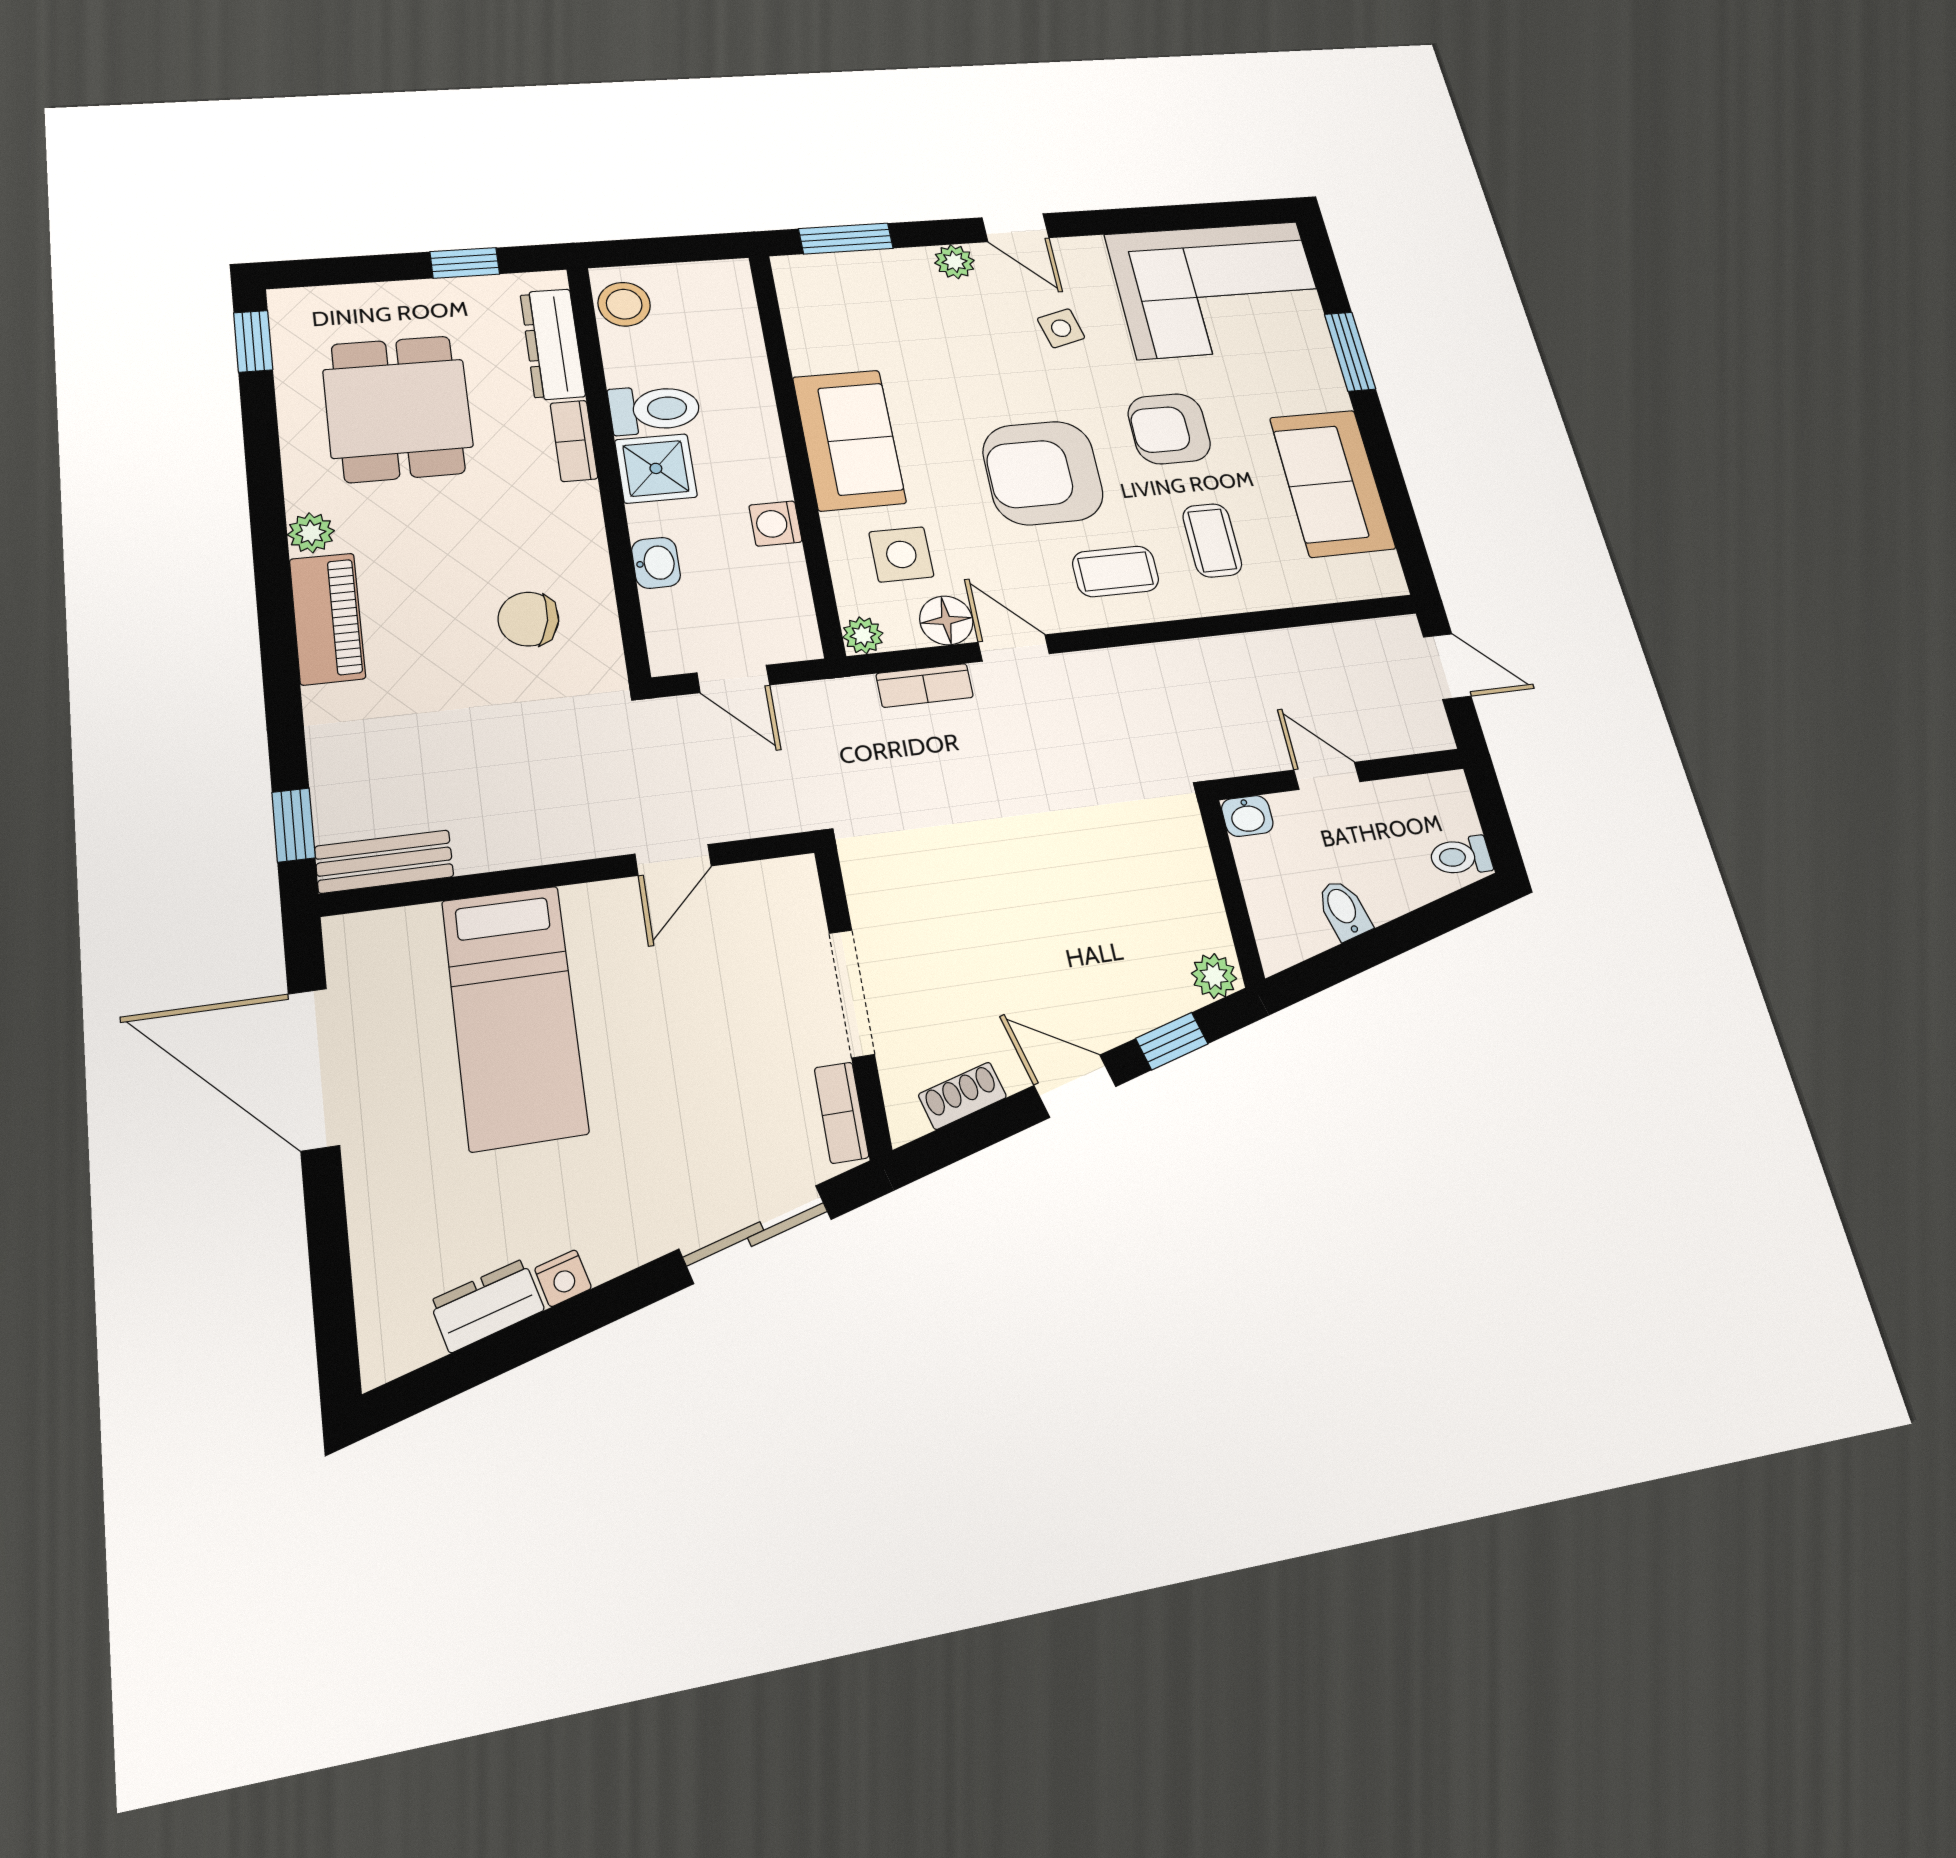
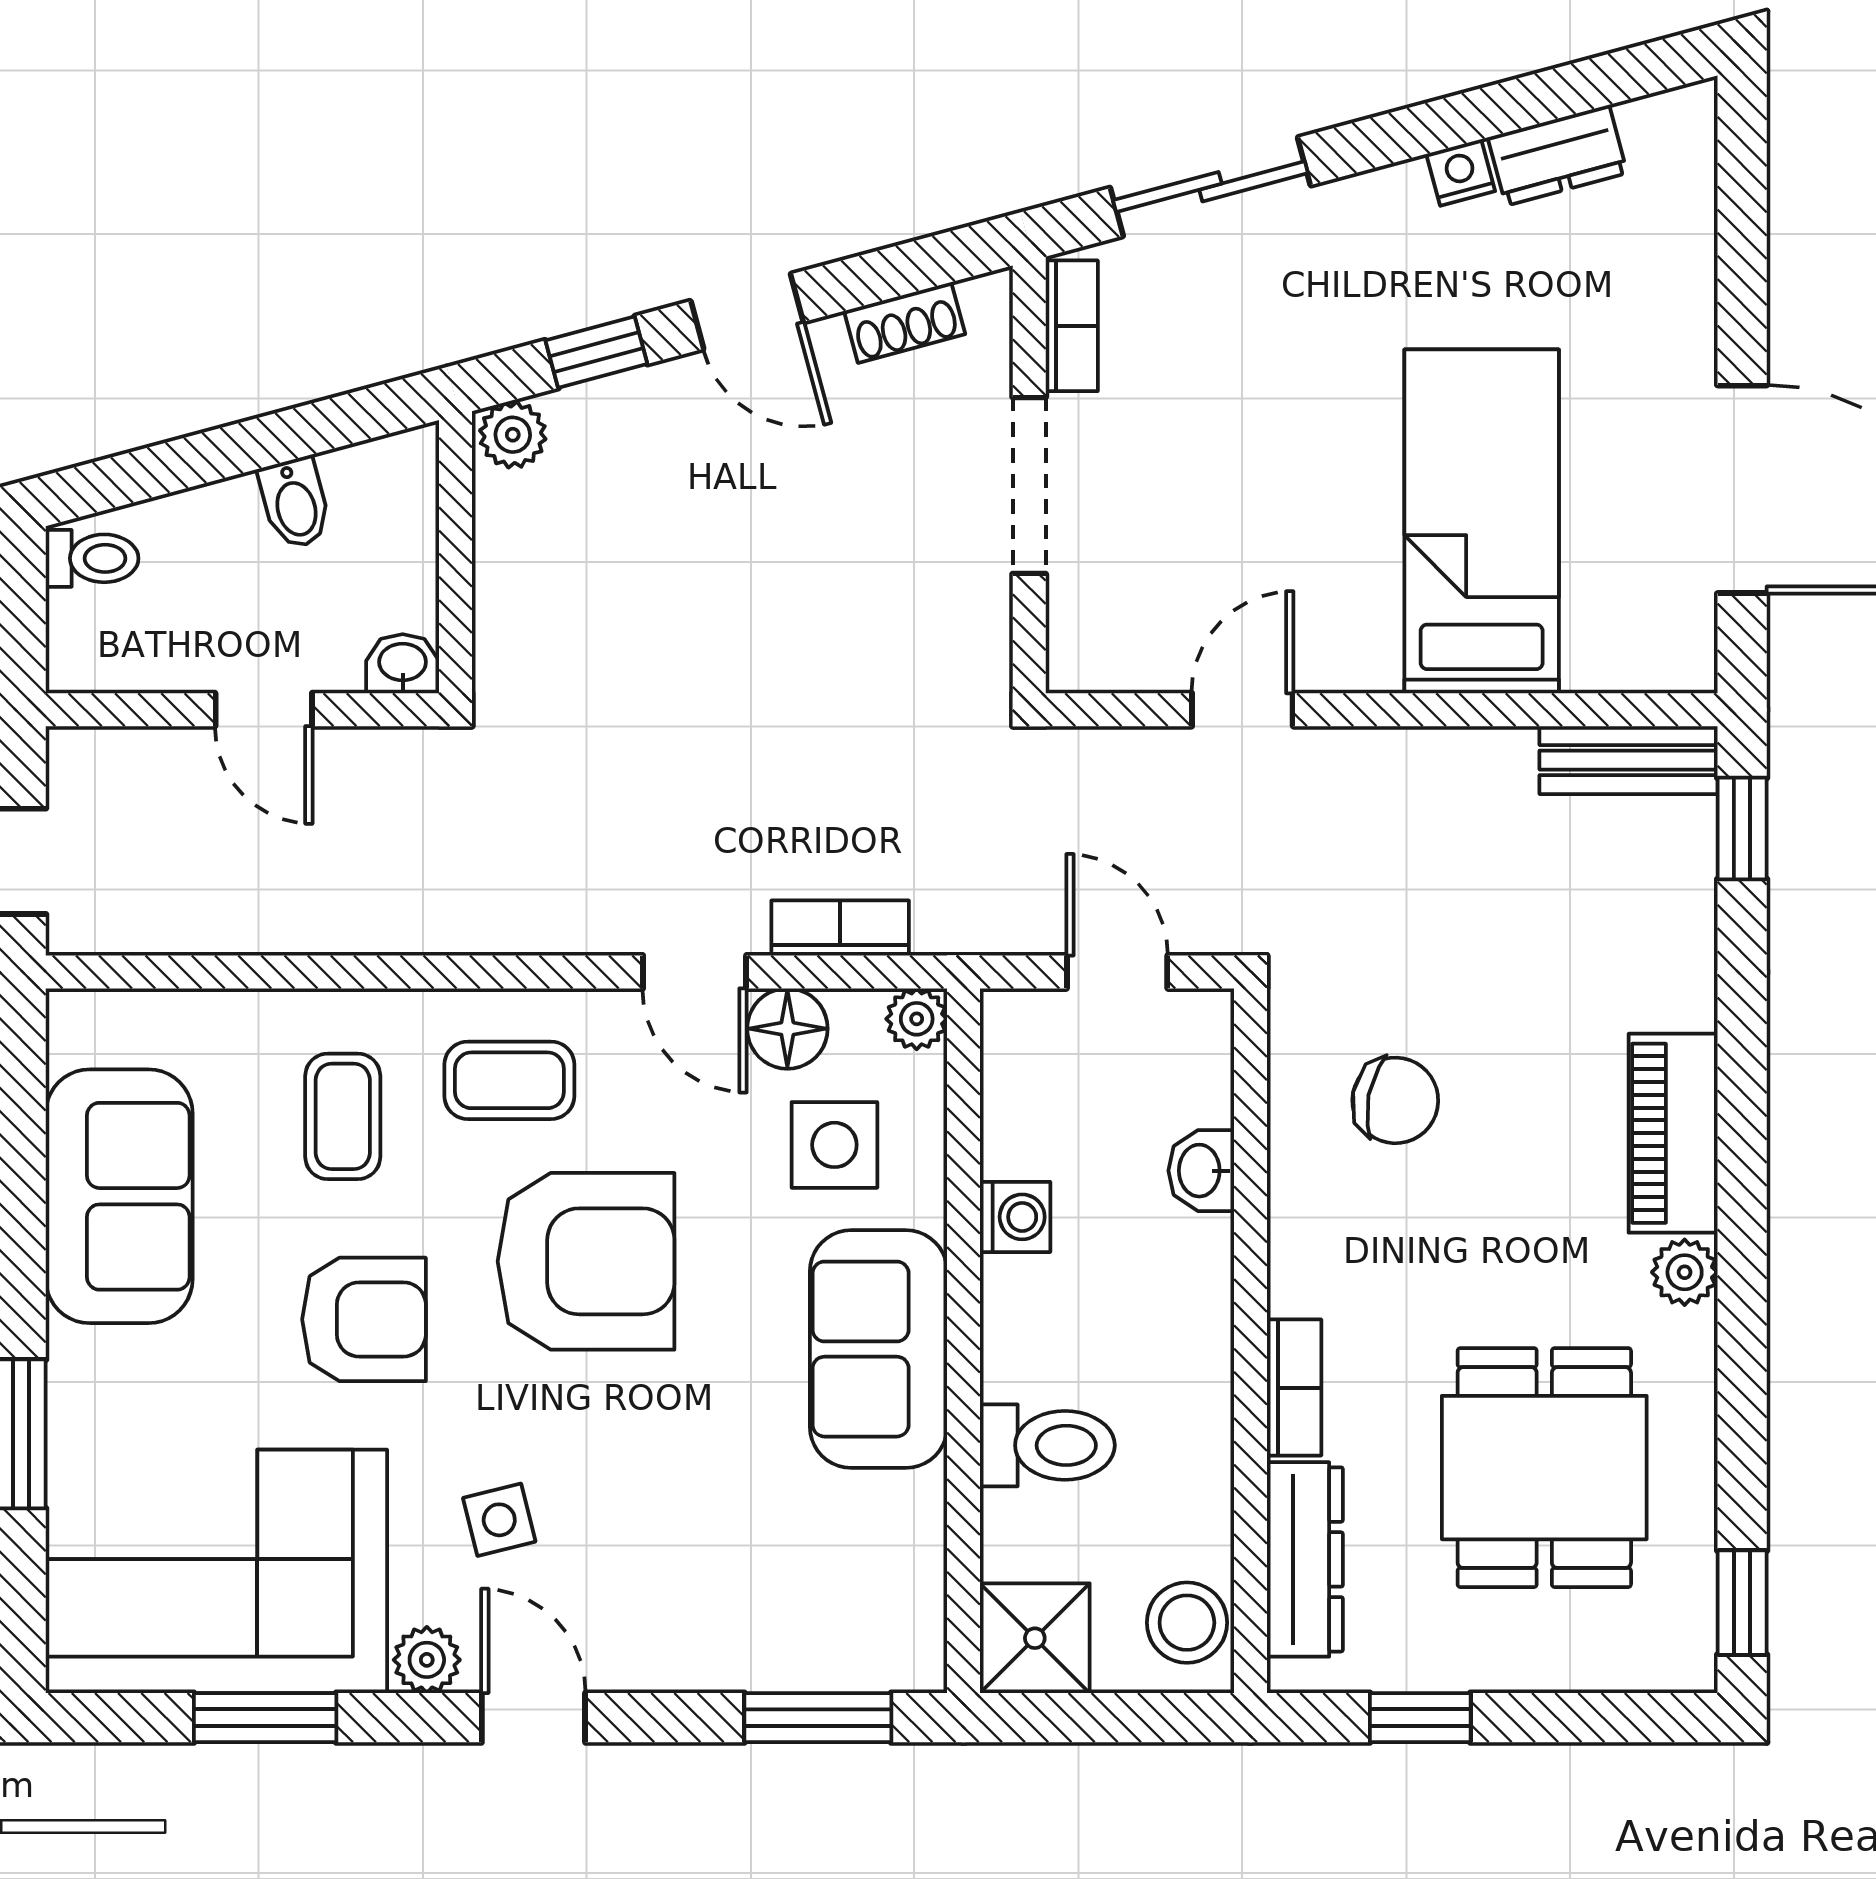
window: (1170, 218) -> (265, 1718), added
plant: (954, 262) -> (427, 1660), moved
toilet: (655, 409) -> (1047, 1445), moved, turned 180
shower: (656, 468) -> (1035, 1638), moved

